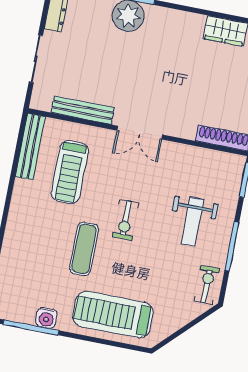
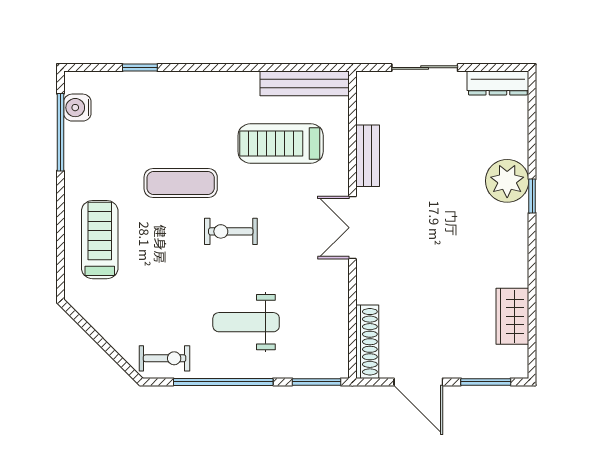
bench: (83, 110) -> (368, 156), width x0.73
window: (232, 246) -> (223, 382), width x1.46
treadmill: (113, 314) -> (100, 240), width x0.73, depth x0.73
water cooler: (46, 318) -> (77, 108), moved

